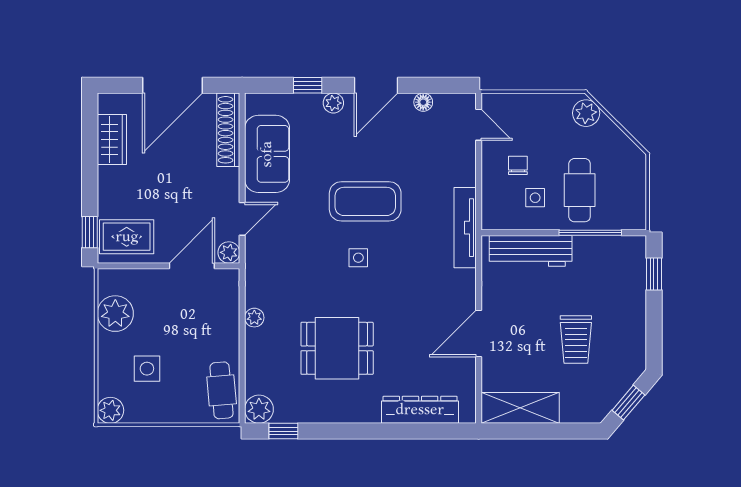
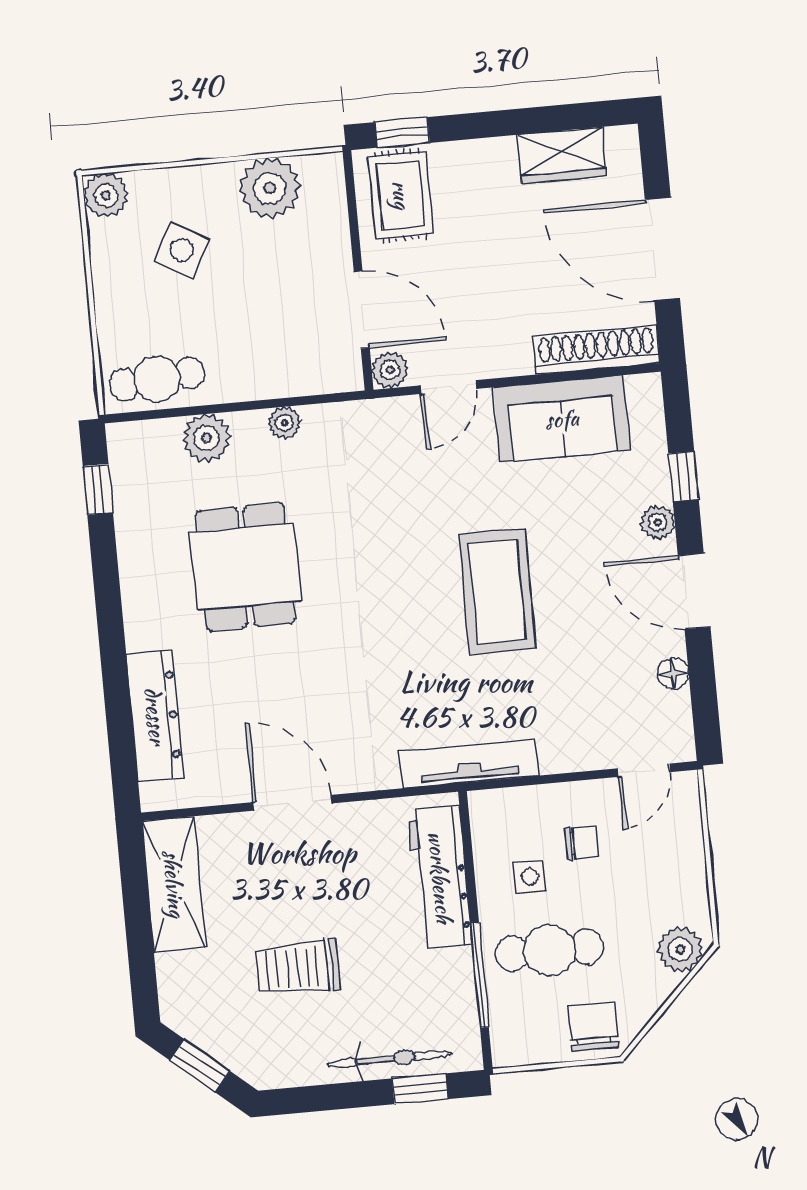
chair: (627, 169) -> (593, 1027), added
door: (242, 219) -> (448, 387), hinge flipped
side table: (358, 258) -> (401, 589), removed
bicycle: (635, 290) -> (389, 1059), added
side table: (147, 369) -> (182, 250), turned 30
plant: (259, 409) -> (206, 438), moved

